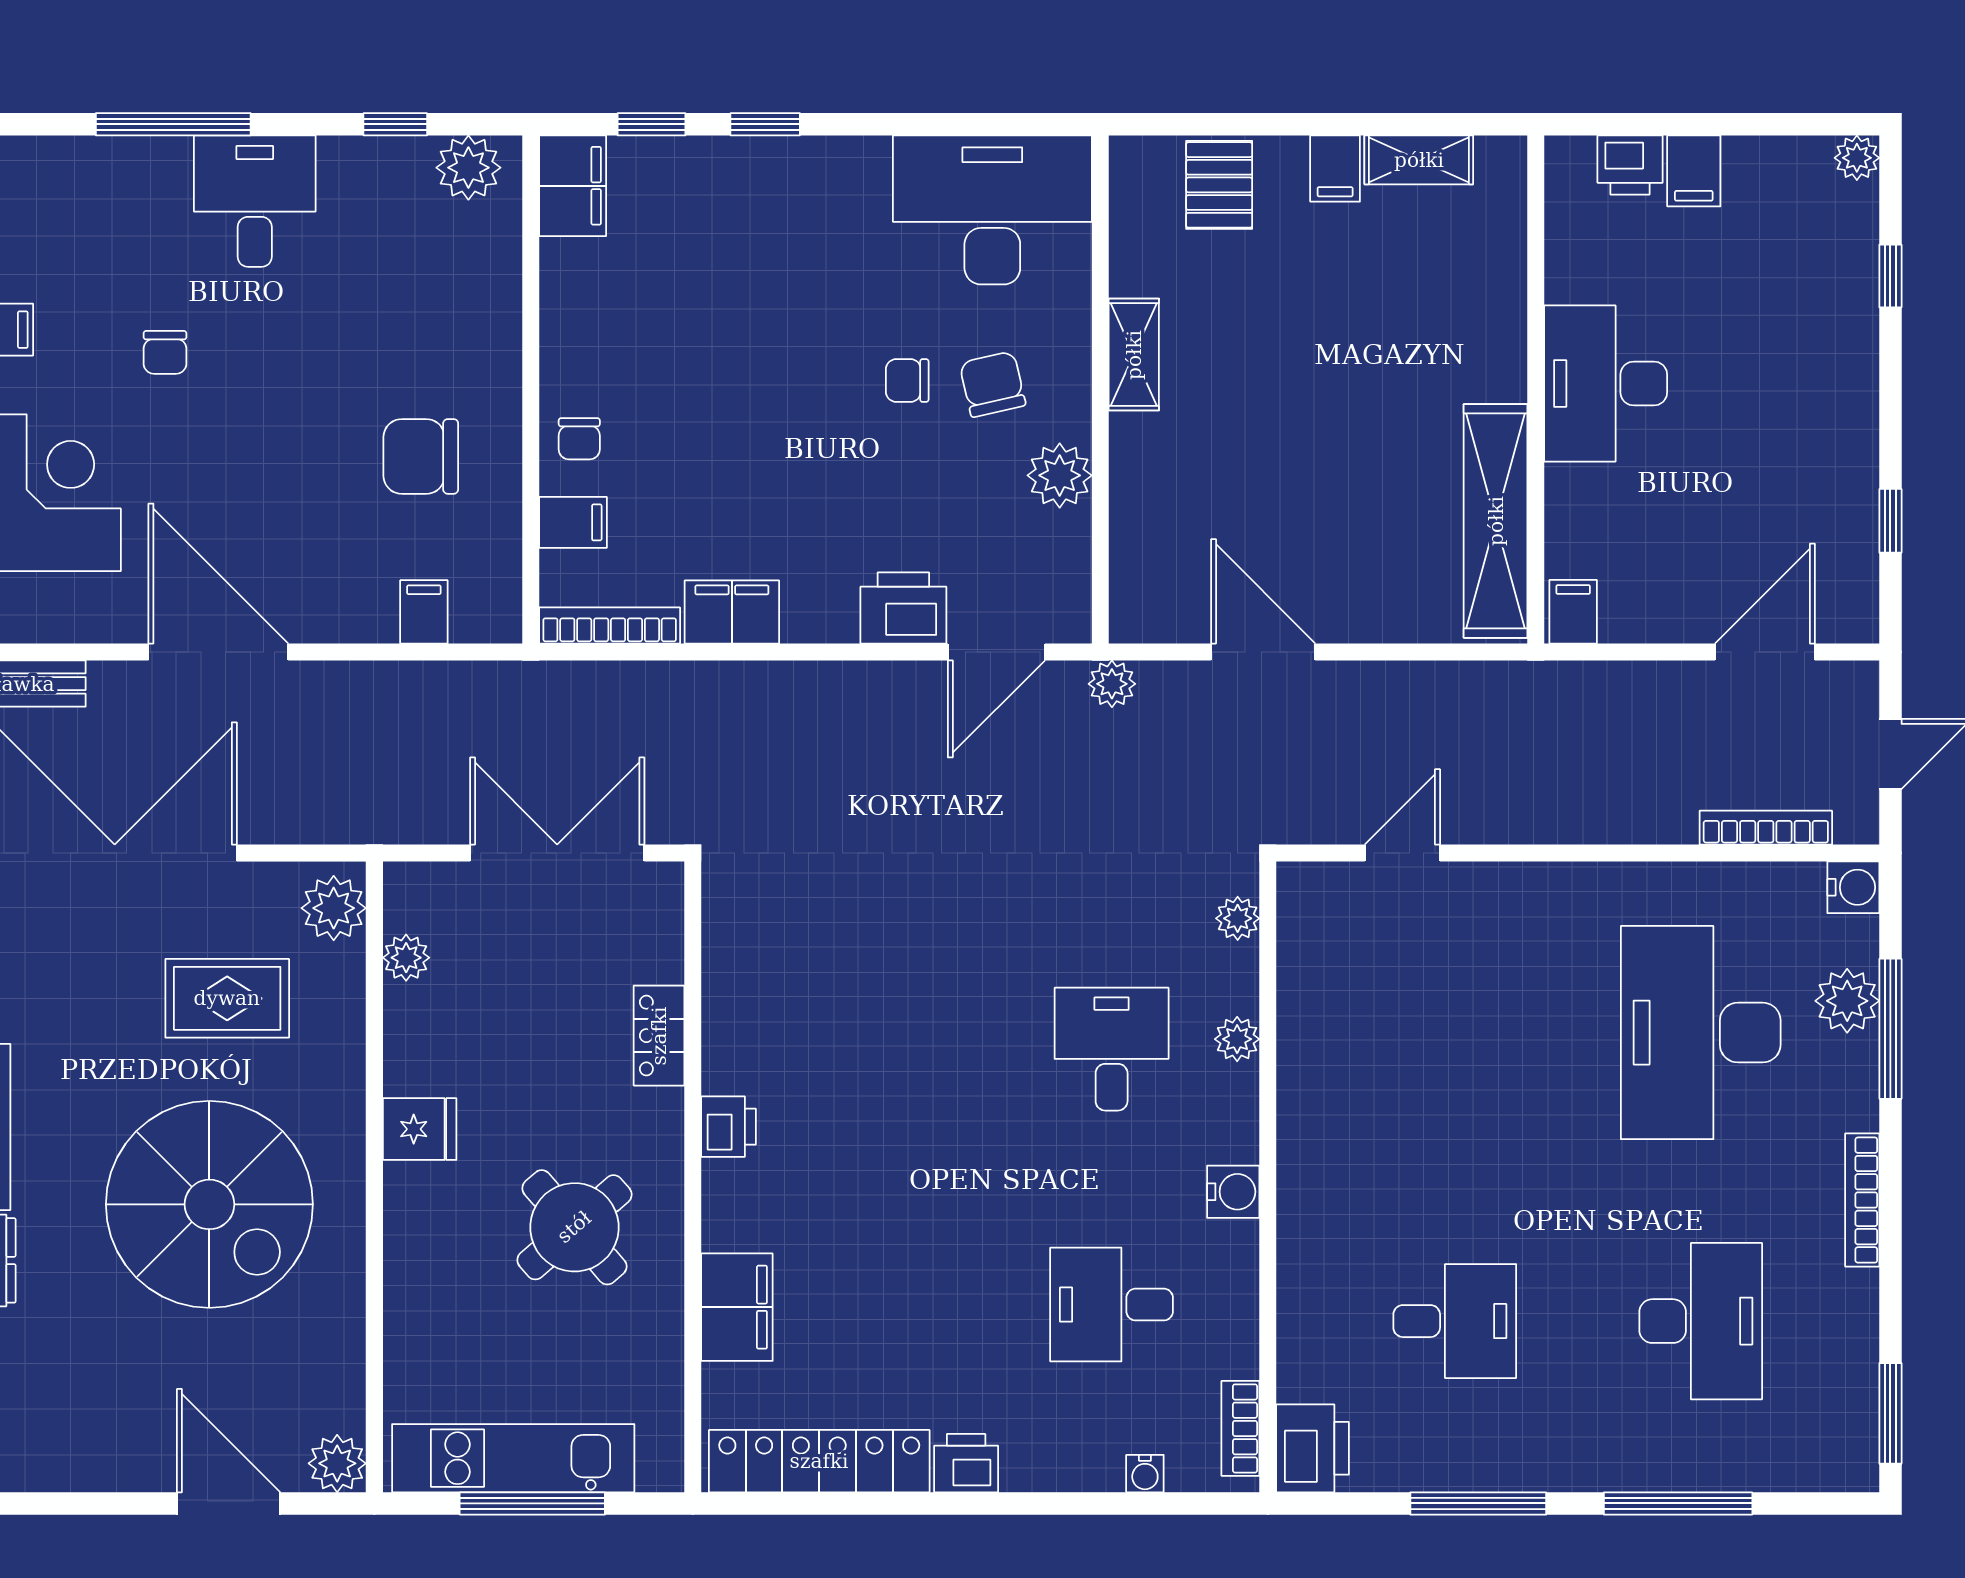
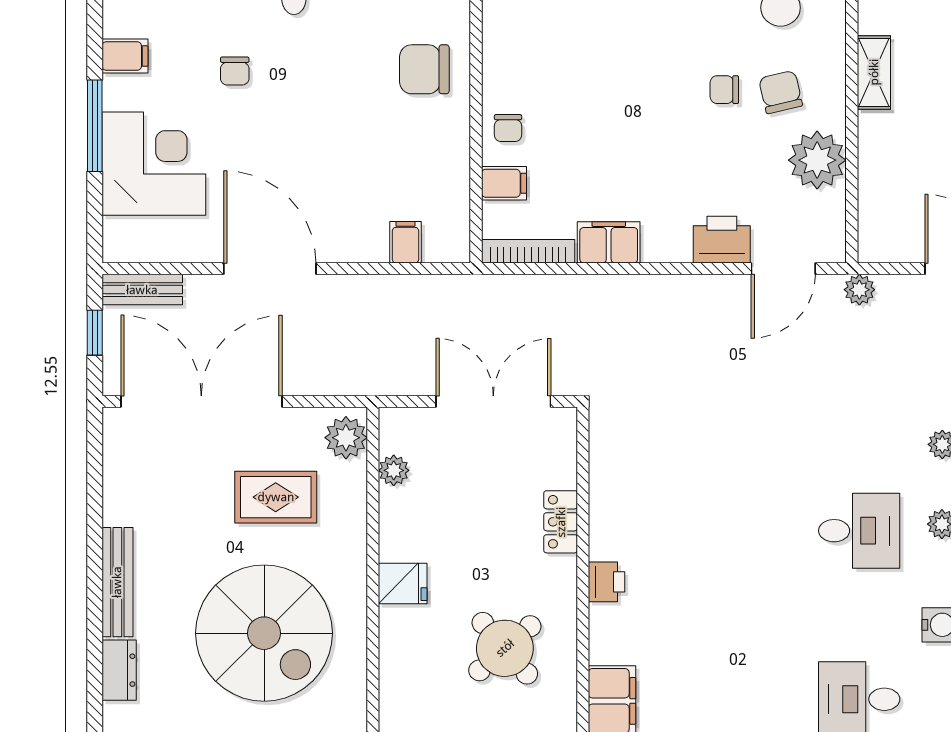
chair: (421, 456) -> (424, 69), moved
plant: (1060, 475) -> (817, 160), width x1.36, depth x1.36
desk: (1112, 1049) -> (859, 531), turned 90

